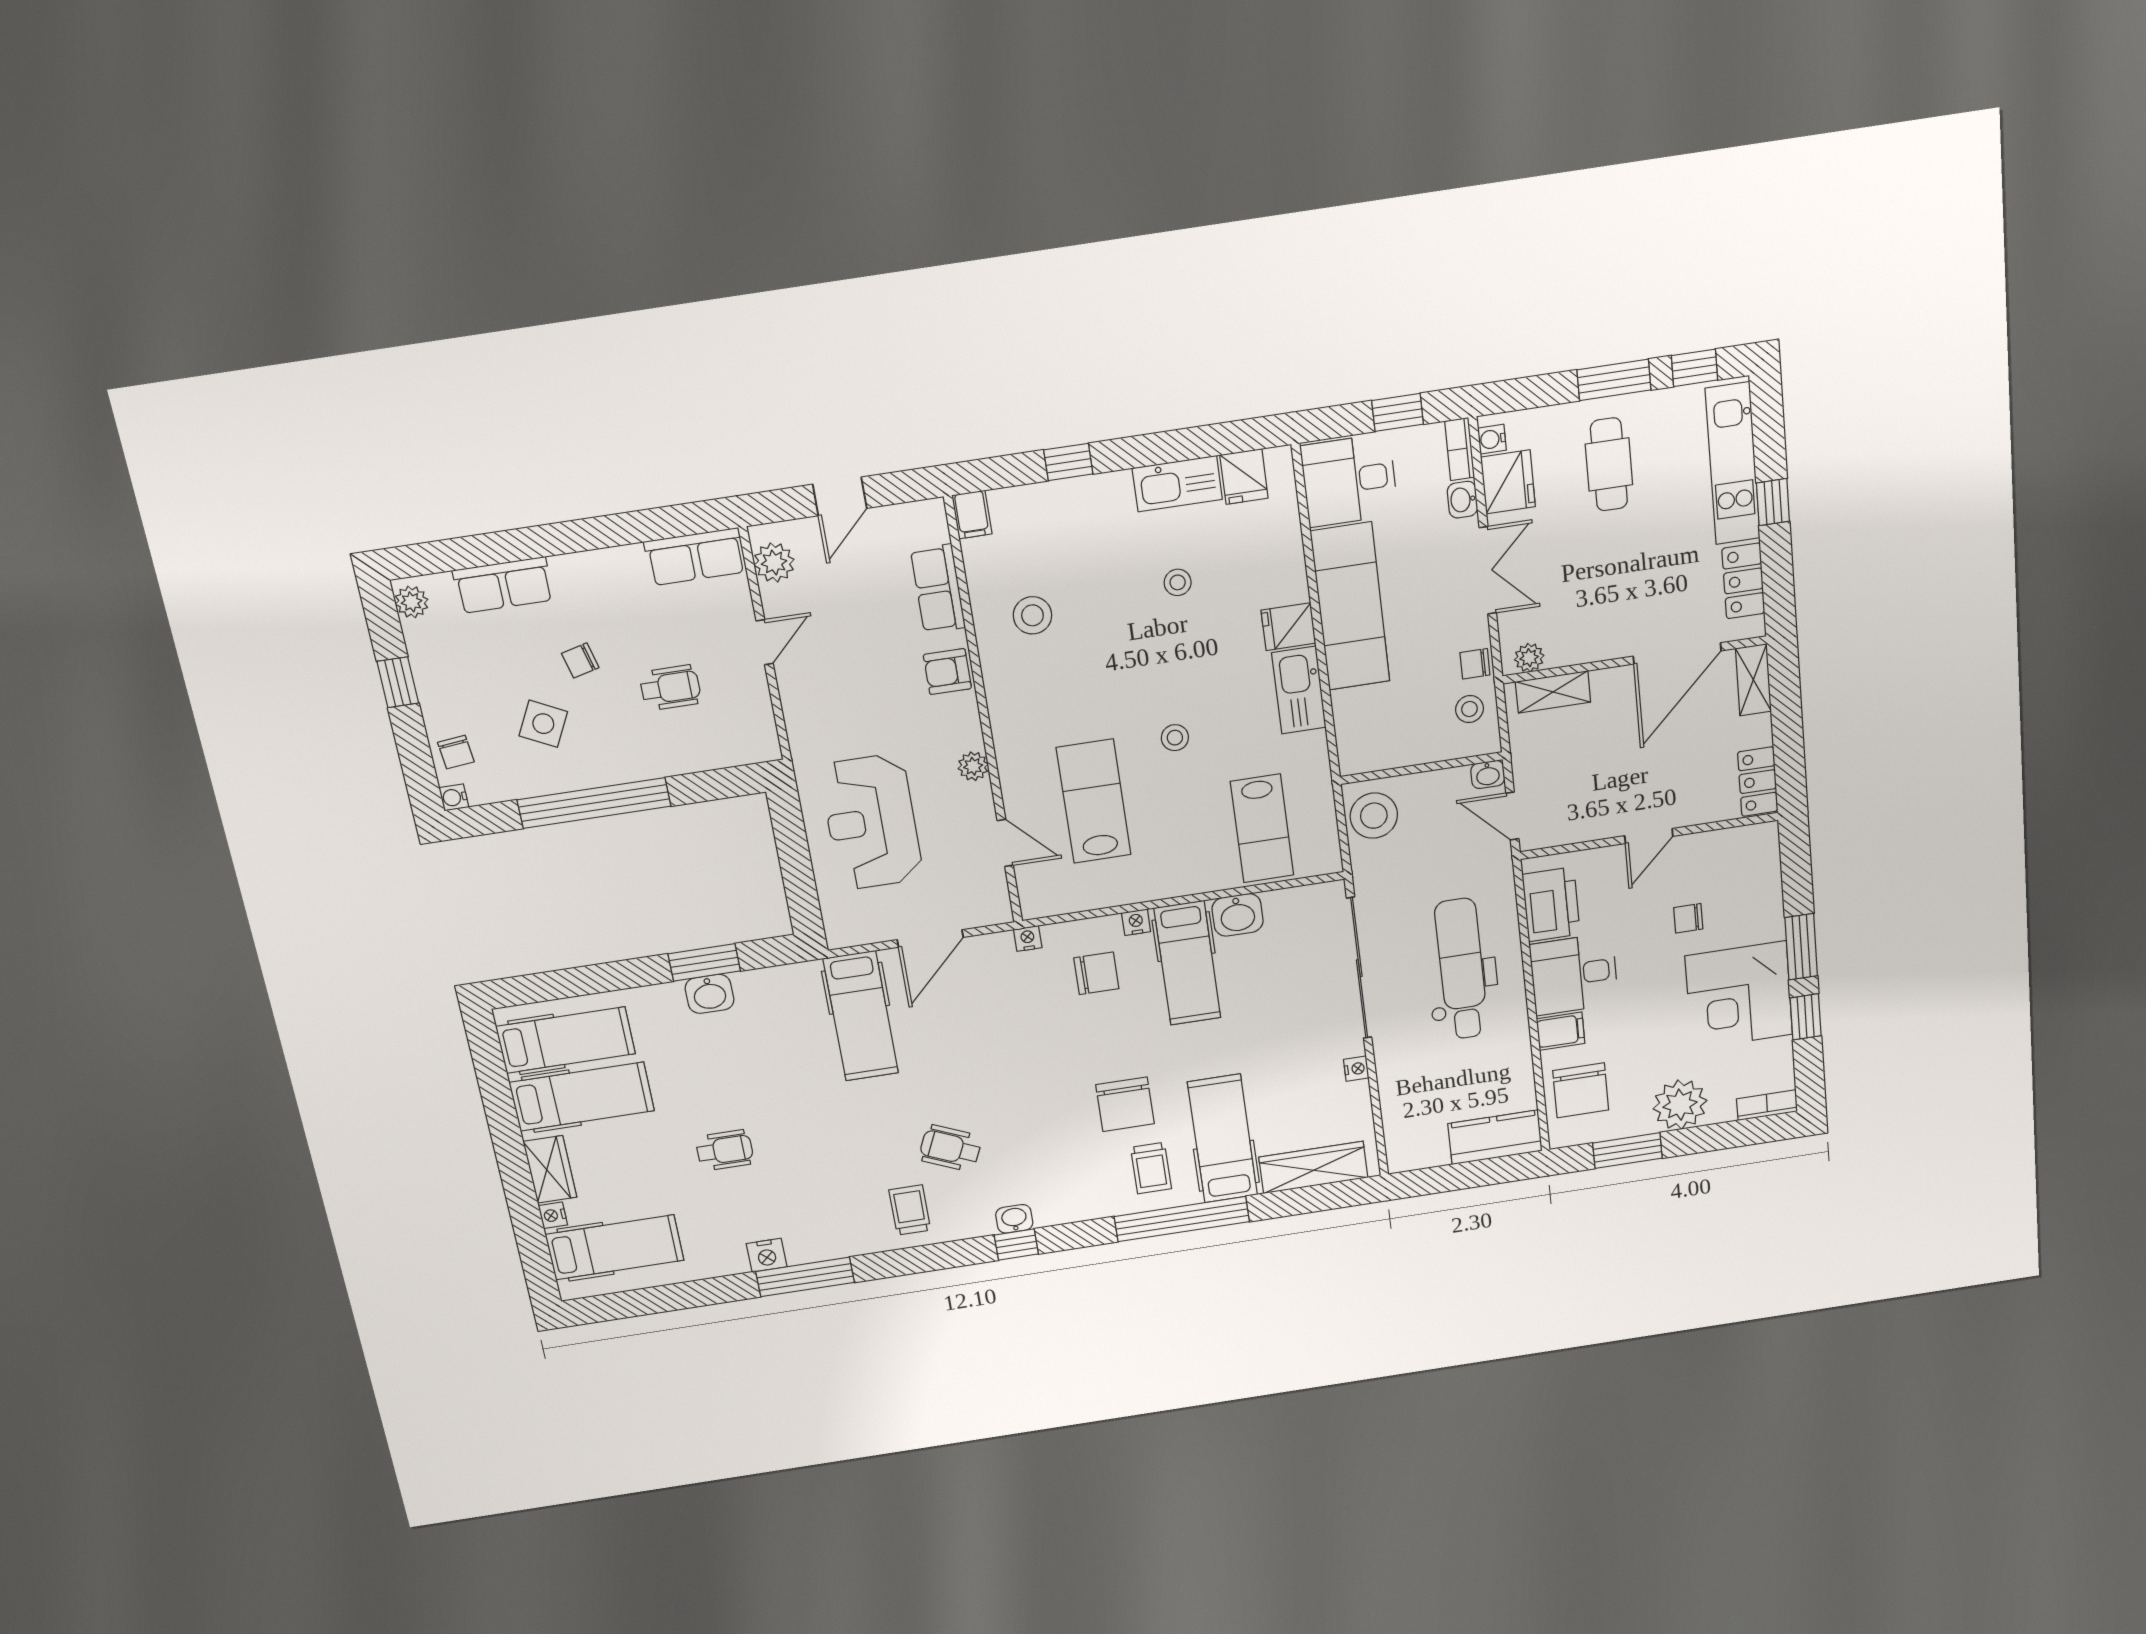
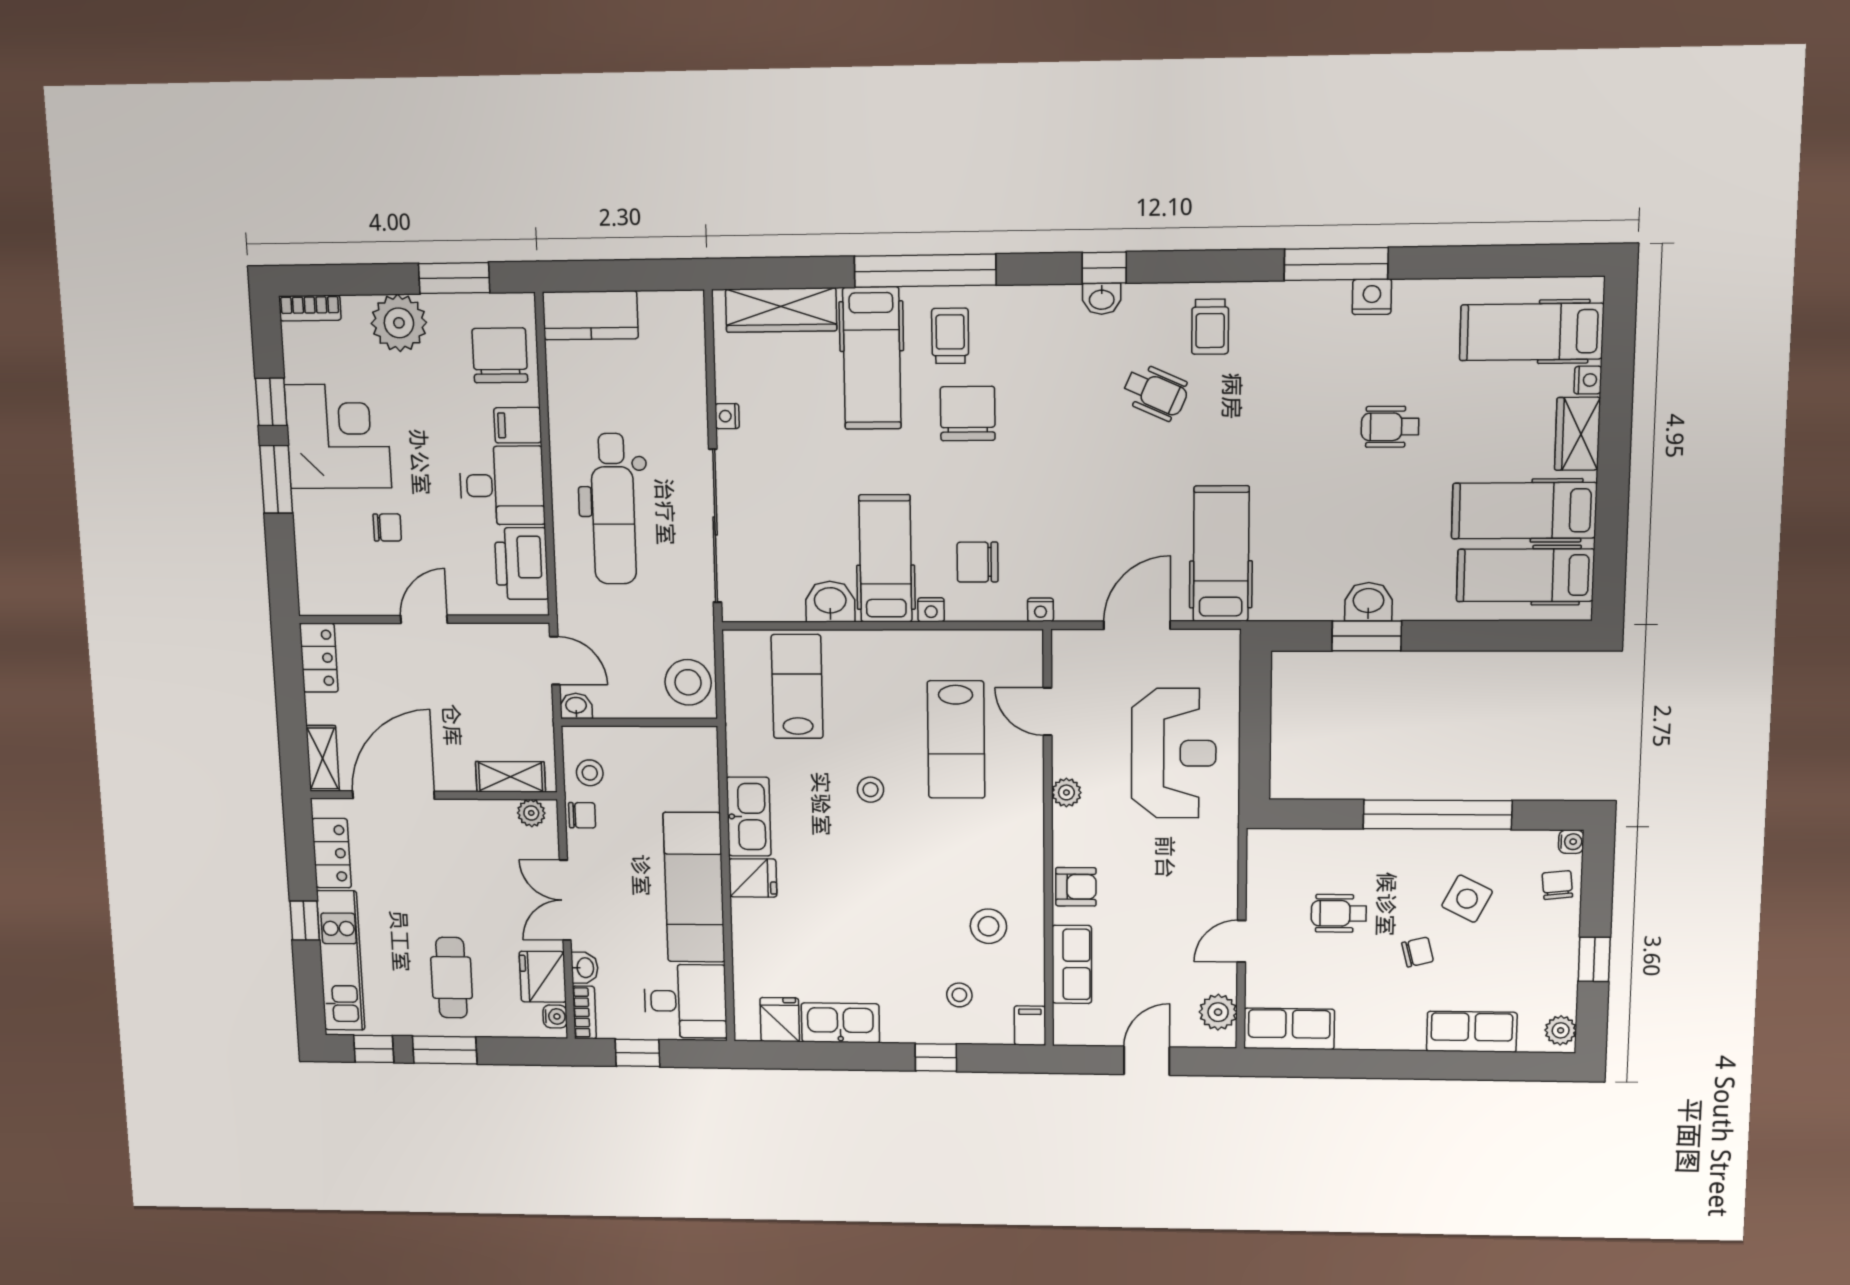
stool: (1178, 582) -> (959, 995), moved

